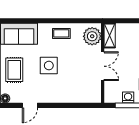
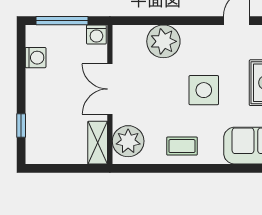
plant: (72, 93) -> (163, 41), added
washing machine: (128, 97) -> (96, 34), moved

